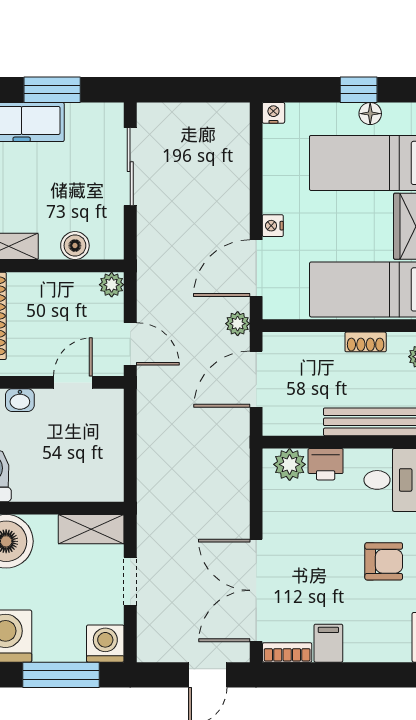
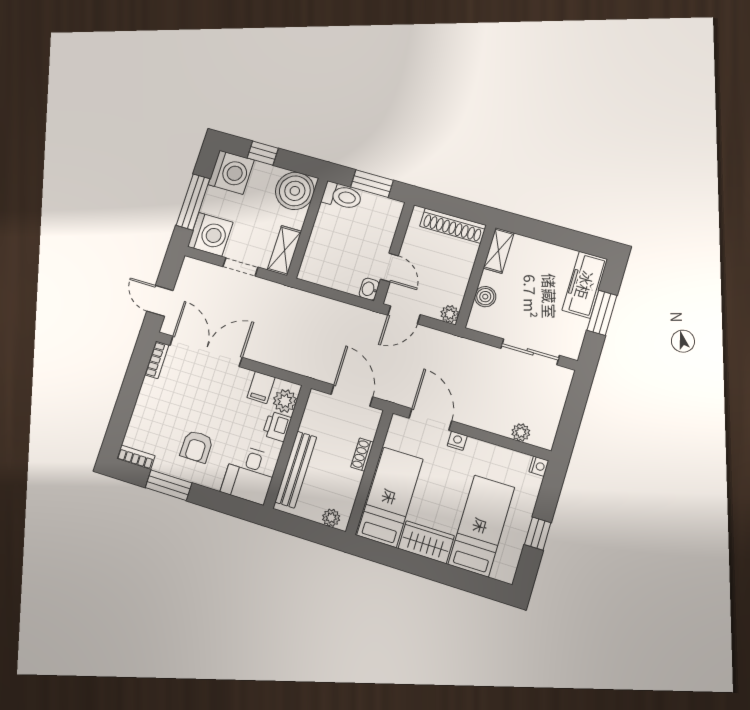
floor lamp: (370, 114) -> (518, 537), removed
plant: (238, 324) -> (521, 432), moved
shoe rack: (366, 342) -> (362, 455), moved
washbasin: (20, 400) -> (369, 289), moved
filing cabinet: (328, 643) -> (261, 387), moved, turned 90
washing machine: (105, 644) -> (210, 234), width x1.37, depth x1.37

